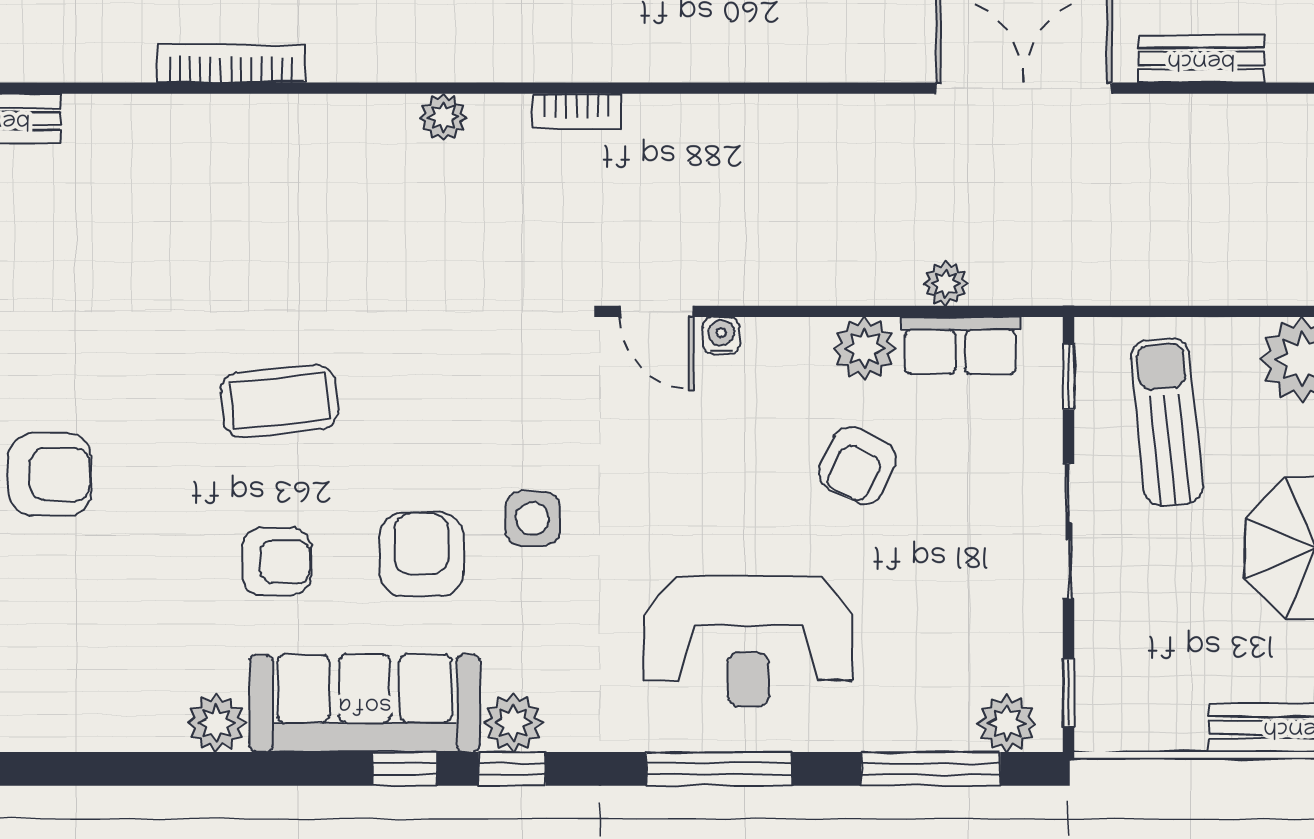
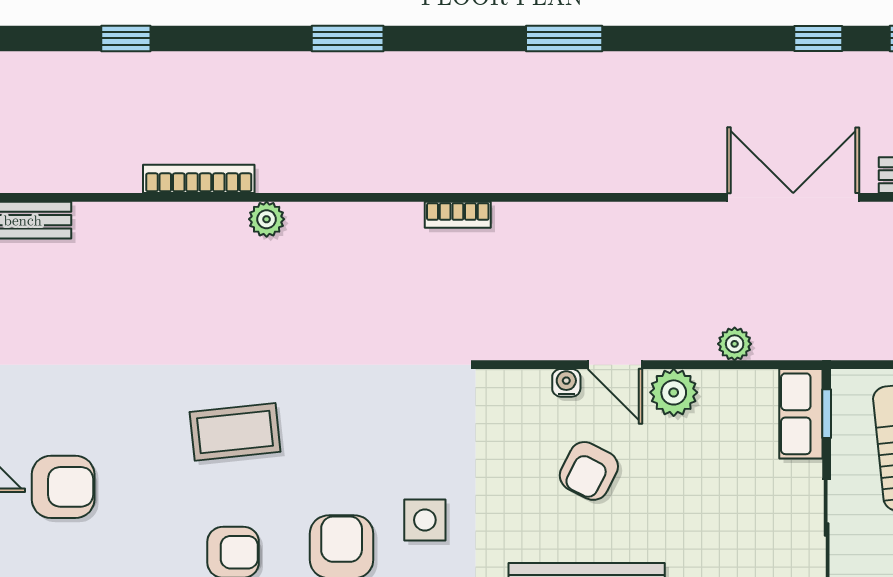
plant: (443, 117) -> (267, 219), moved
door: (657, 311) -> (615, 365), moved
row of seats: (960, 346) -> (801, 414), moved, turned 90
armchair: (858, 466) -> (589, 471), moved

